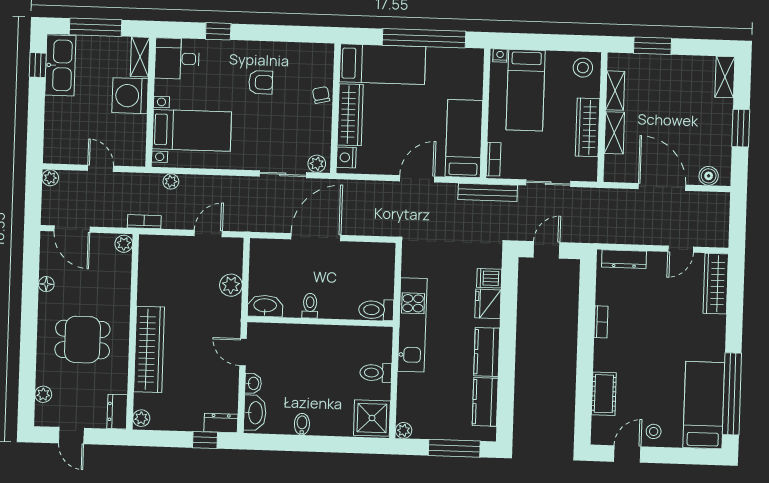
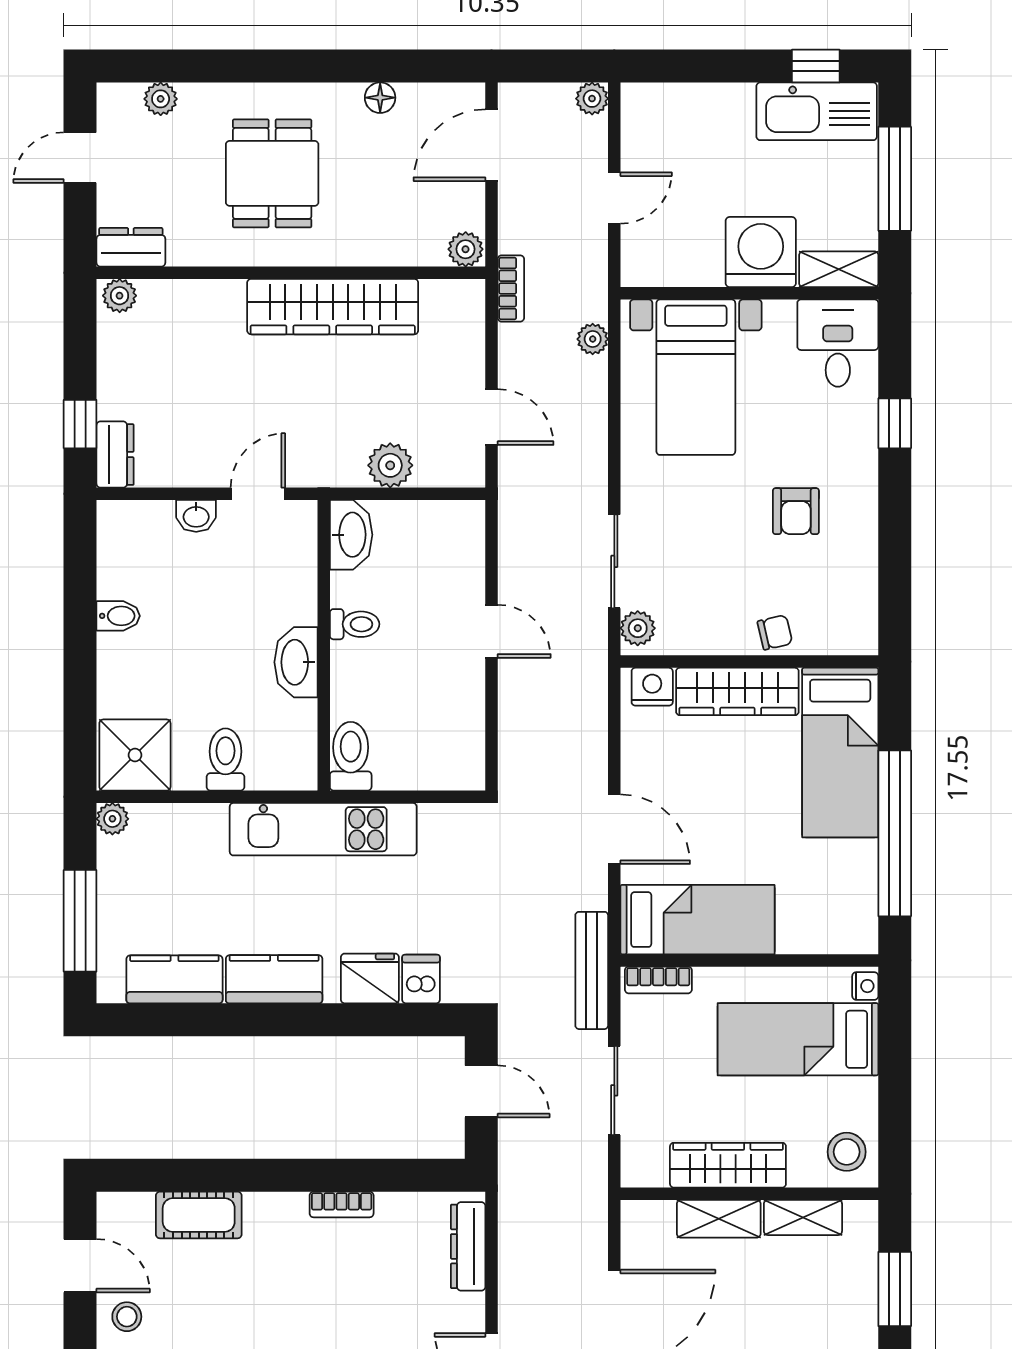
door: (316, 237) -> (491, 631), width x0.53
wardrobe: (149, 349) -> (333, 307), moved
washbasin: (255, 413) -> (296, 662), moved, turned 90

